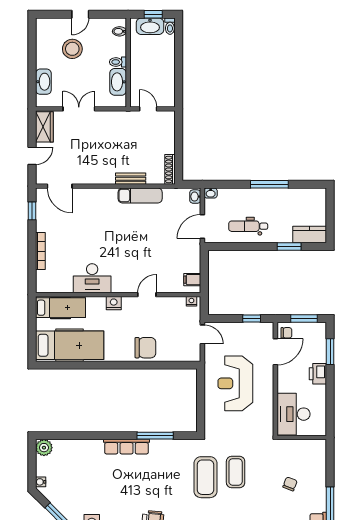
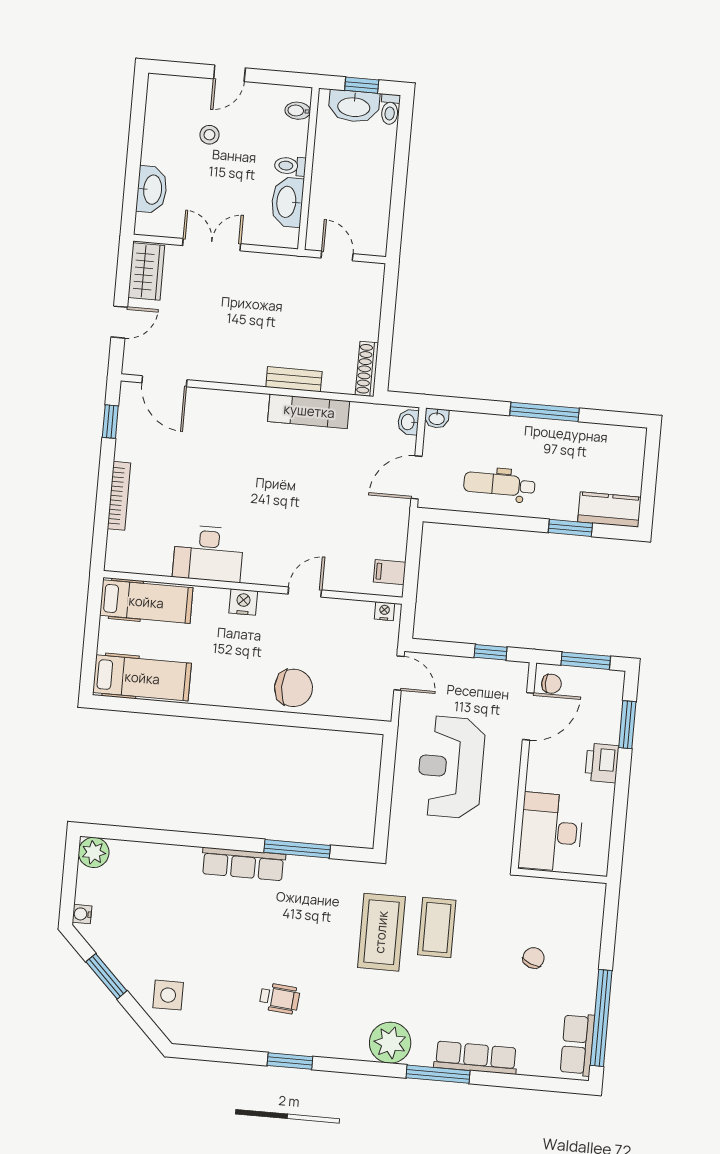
stool: (72, 49) -> (209, 135), width x0.53, depth x0.53
hospital bed: (70, 345) -> (142, 678), width x0.73, depth x0.78

